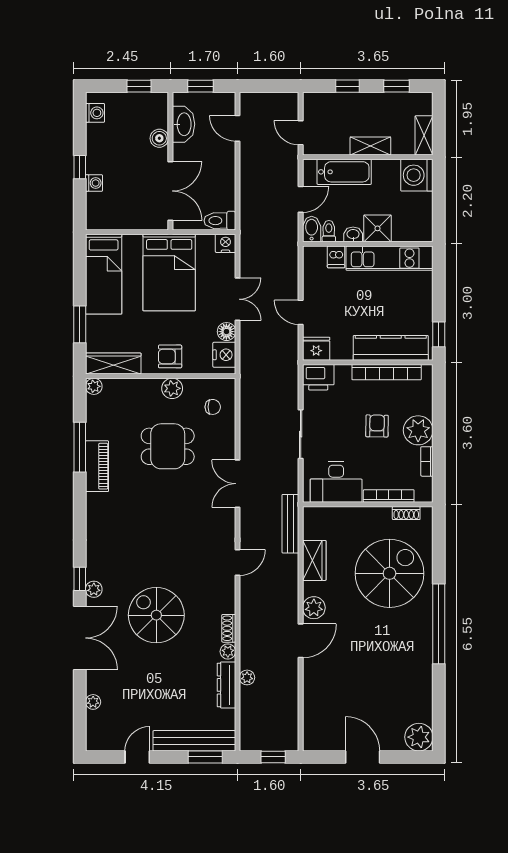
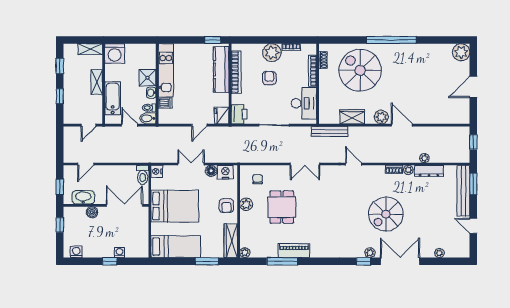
armchair: (377, 426) -> (269, 78), turned 89

